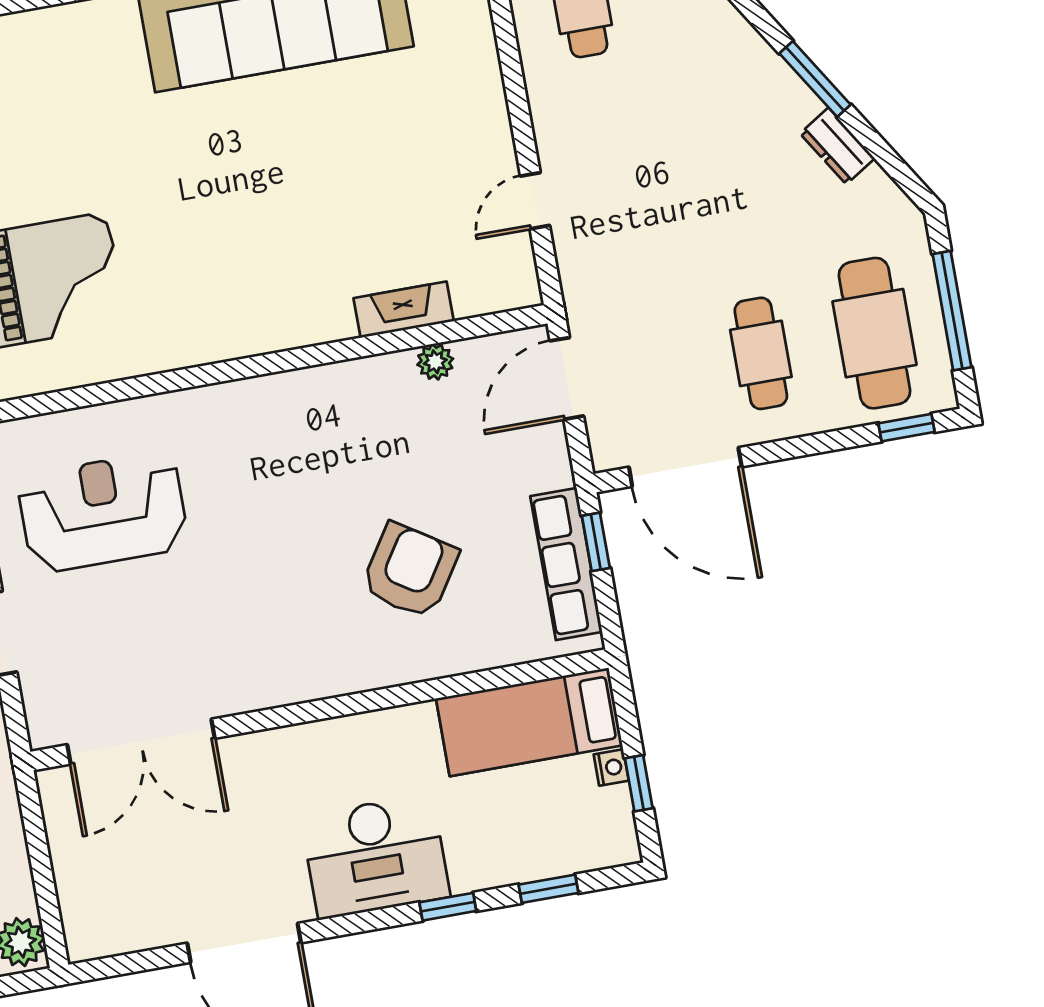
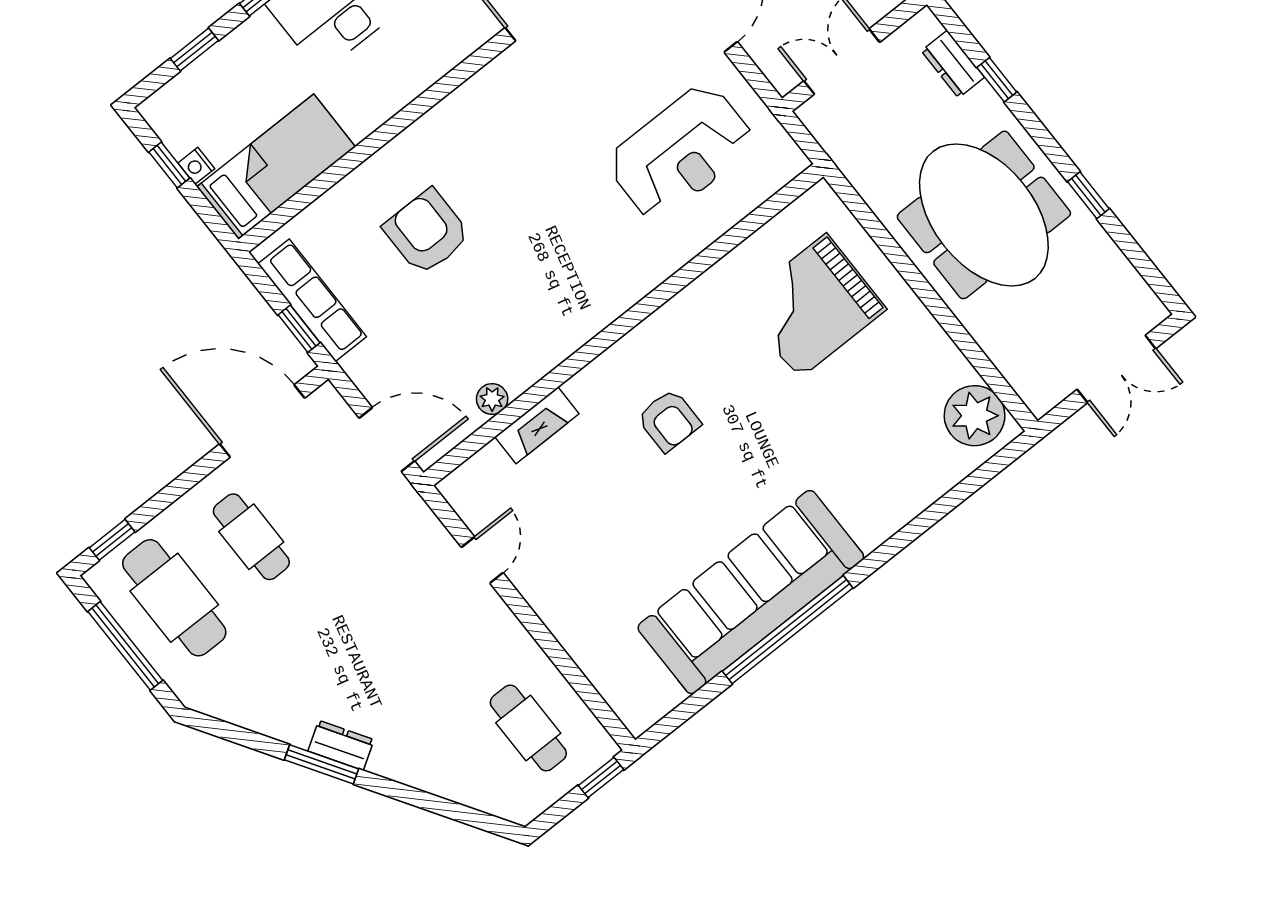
dresser: (837, 146) -> (341, 745), moved
armchair: (264, 241) -> (669, 420), added
door: (567, 378) -> (387, 440), hinge flipped
armchair: (410, 571) -> (427, 232), turned 147

